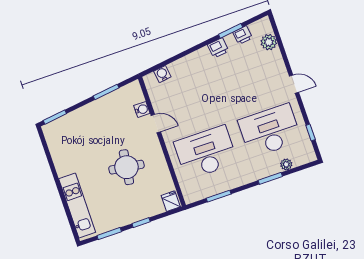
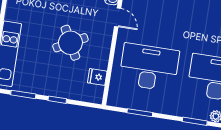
round table: (126, 167) -> (70, 43), turned -36
fridge: (171, 201) -> (97, 77), moved, turned -90

